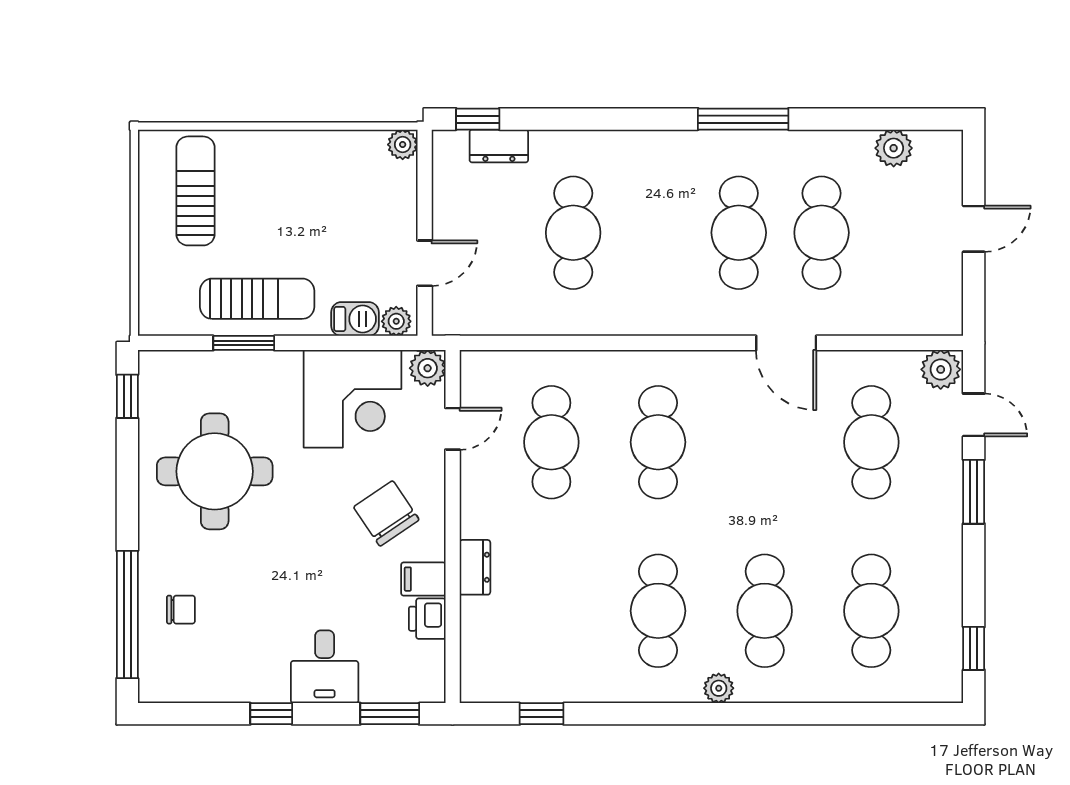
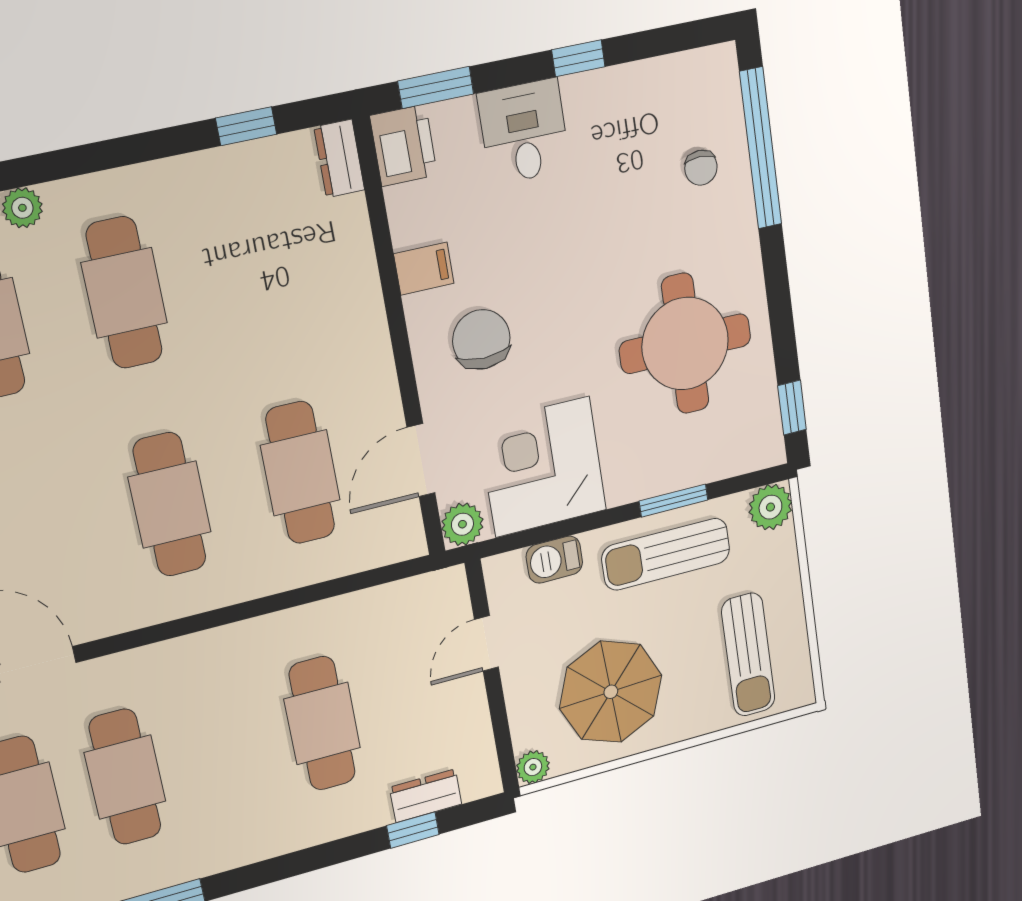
window: (478, 119) -> (413, 830), moved
parasol: (324, 192) -> (611, 692), added
plant: (396, 321) -> (770, 507), moved, width x1.38, depth x1.38
door: (453, 429) -> (421, 460), width x1.38
chair: (386, 513) -> (481, 339), turned -146
dresser: (475, 567) -> (339, 159), moved
chair: (181, 610) -> (701, 168), turned -90
printer: (427, 619) -> (404, 145), moved, width x1.36, depth x1.24

